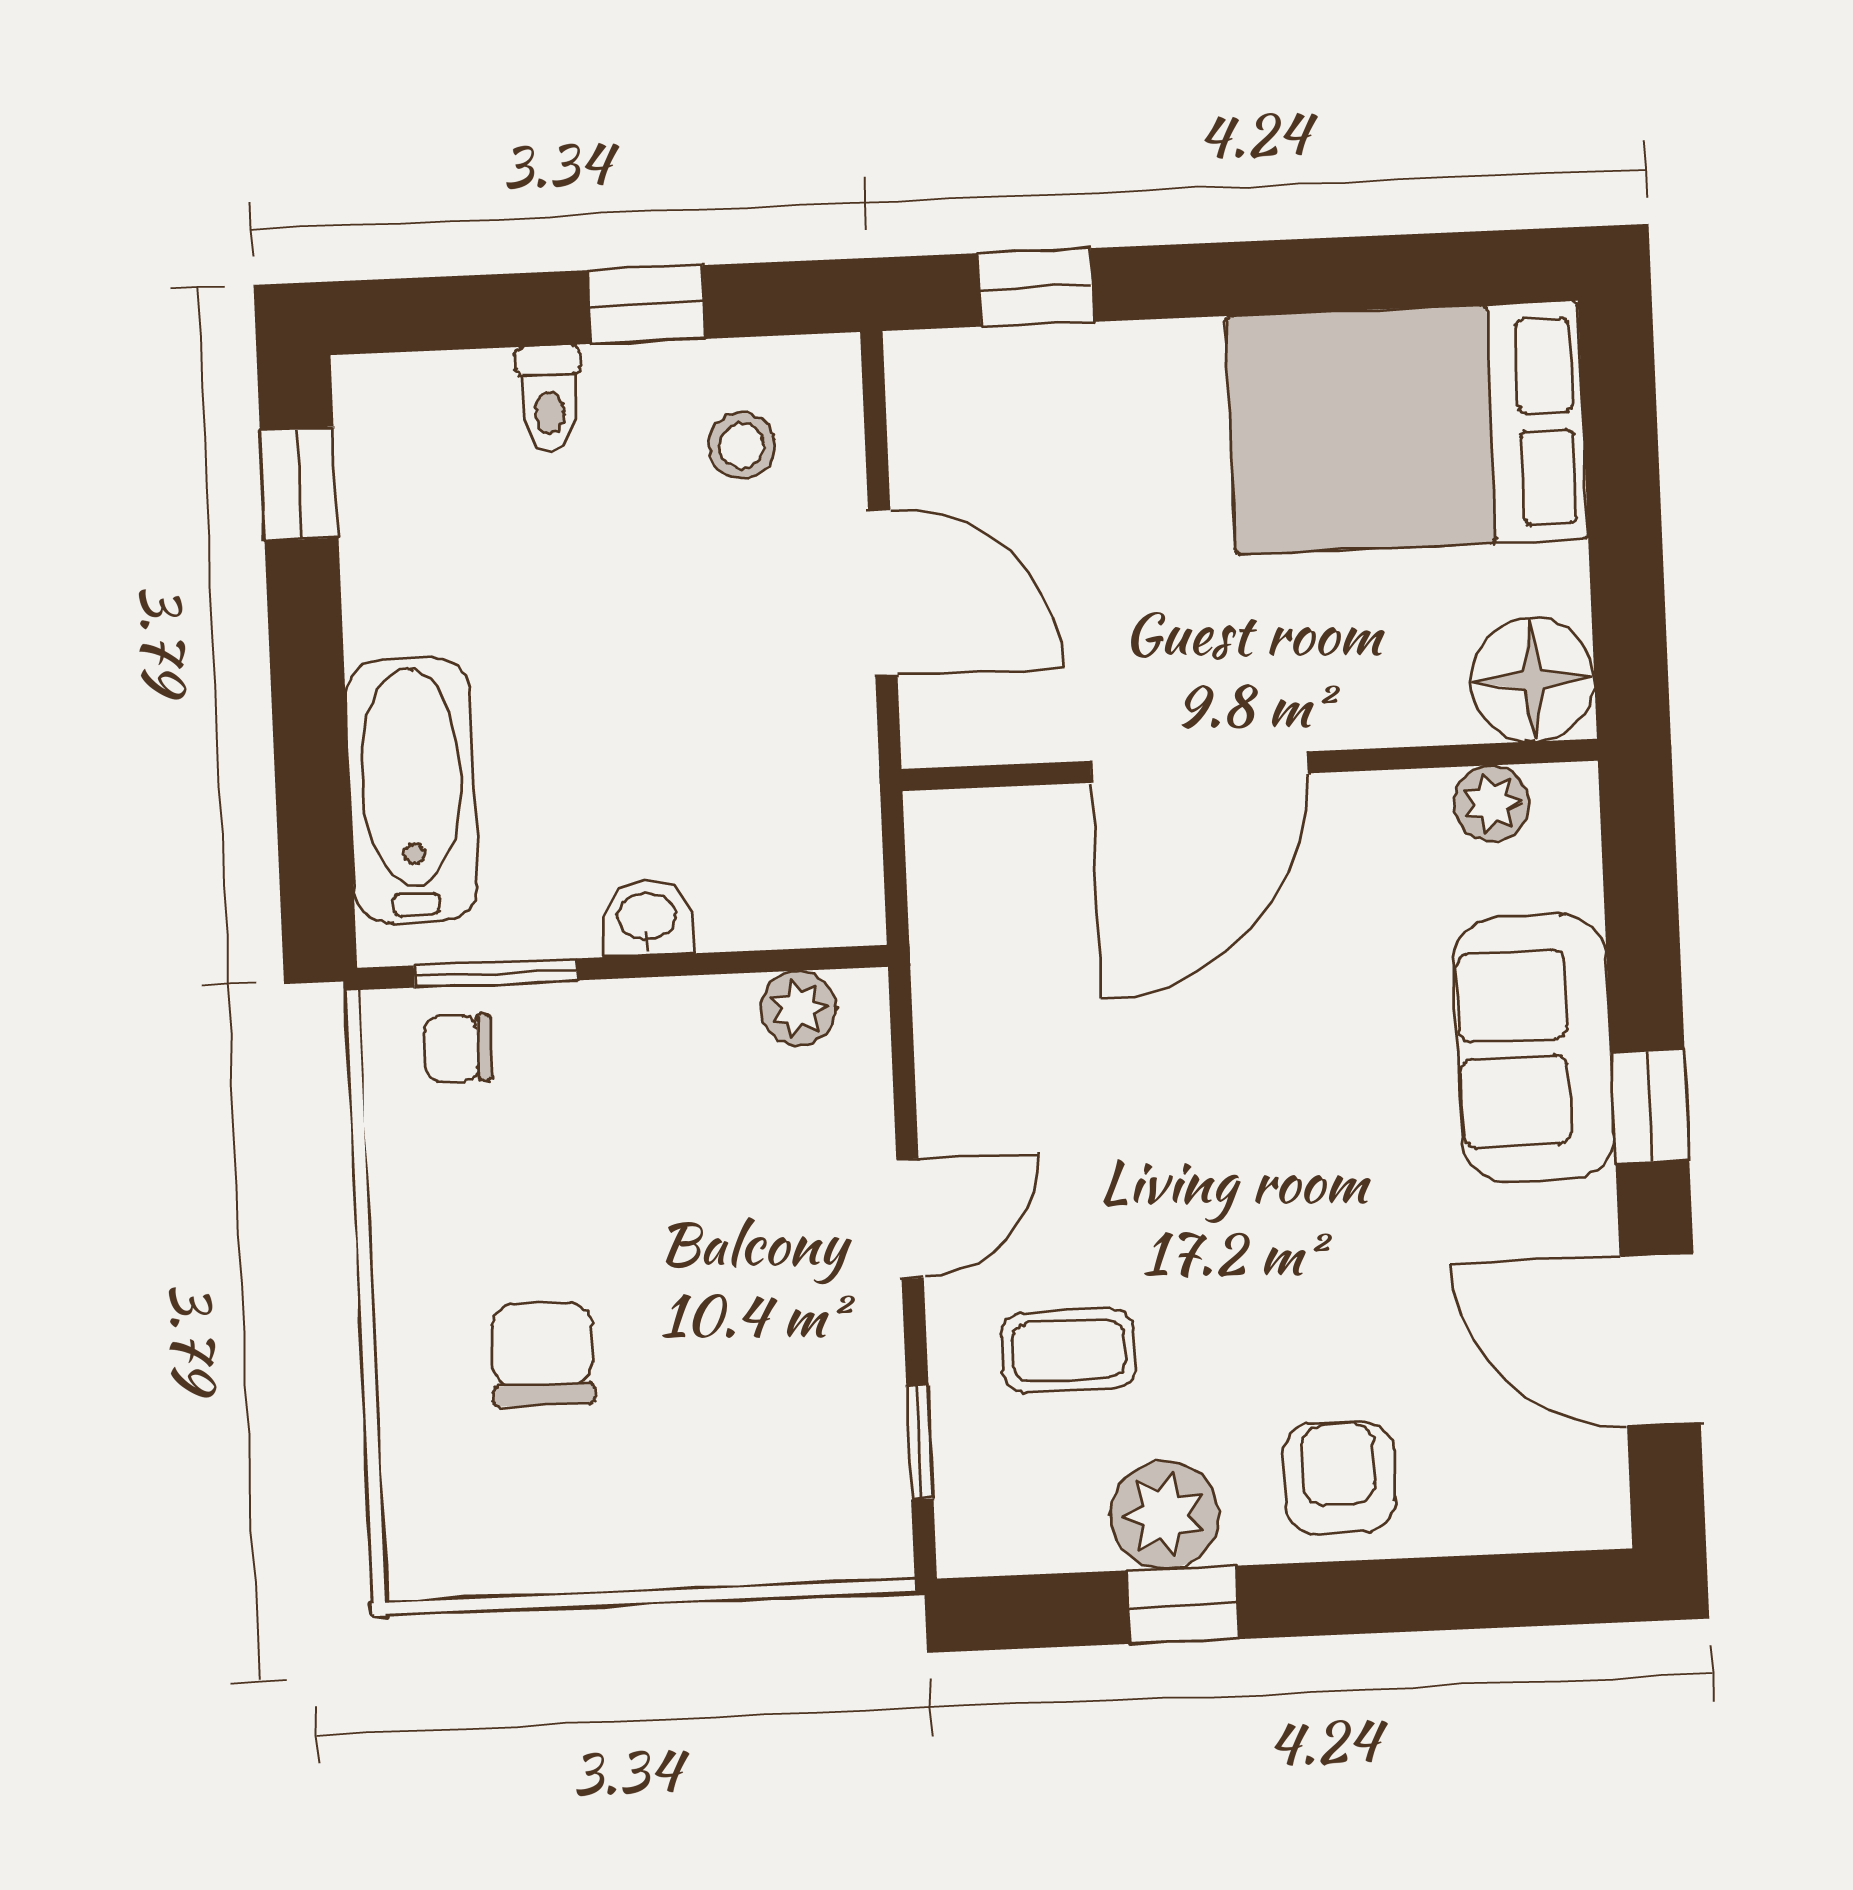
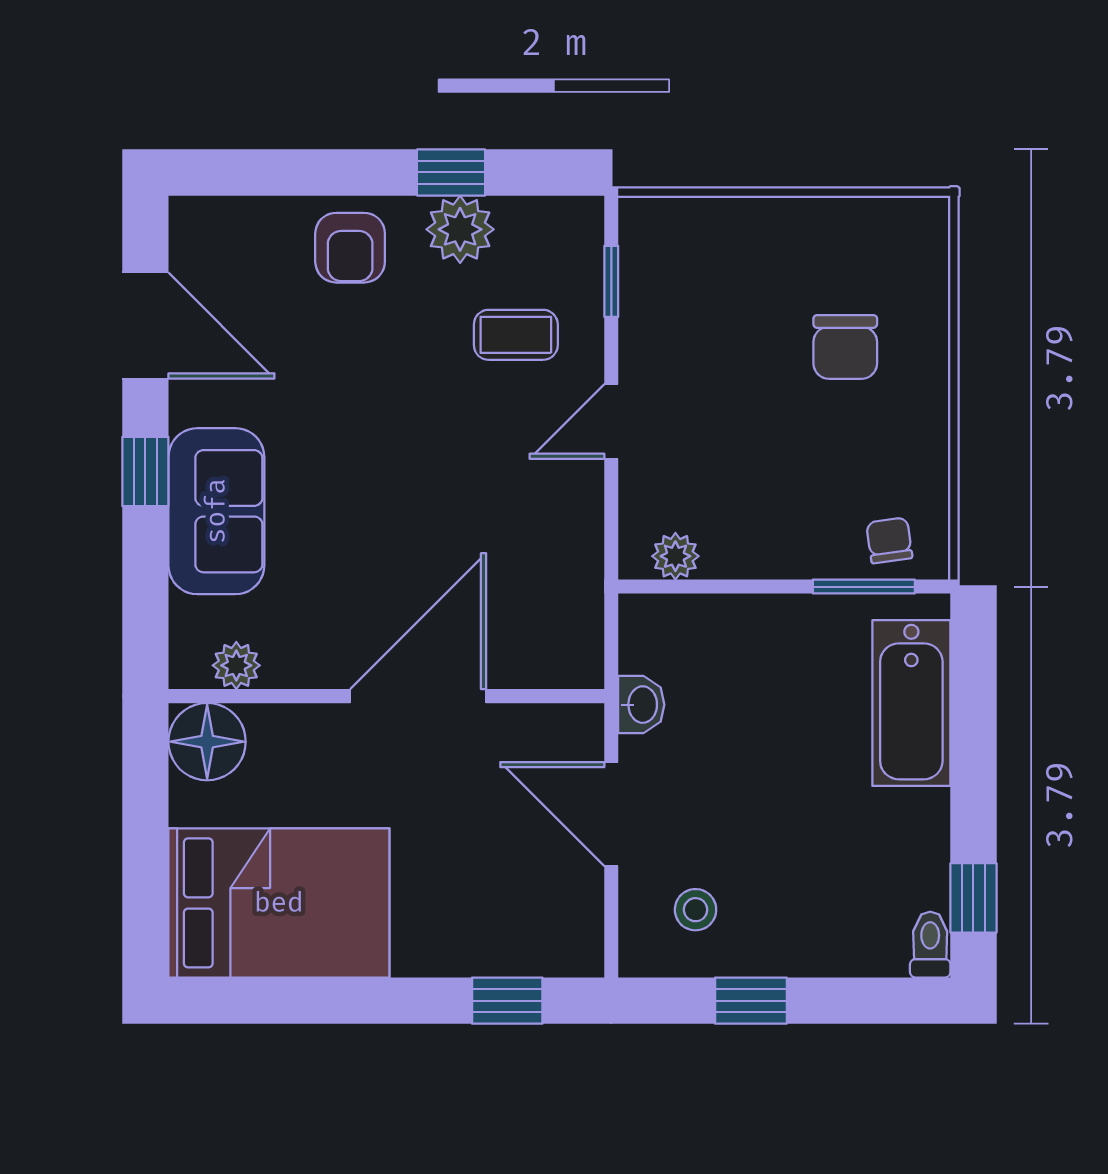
toilet: (549, 398) -> (930, 945), moved
washbasin: (647, 918) -> (641, 705), moved, turned -90
chair: (458, 1048) -> (889, 540), turned -98

